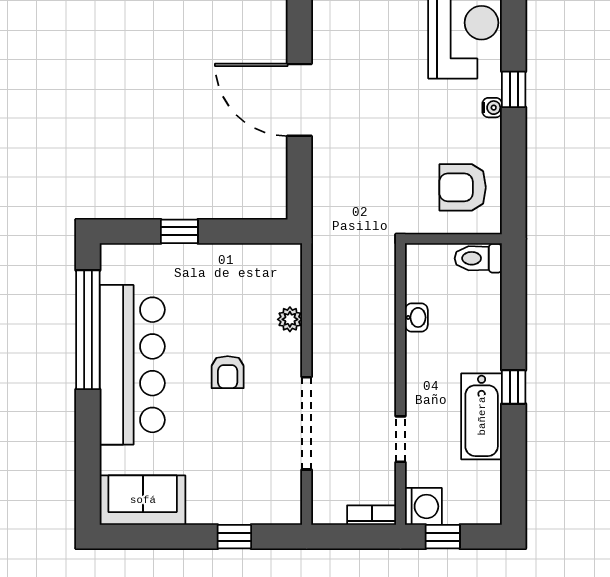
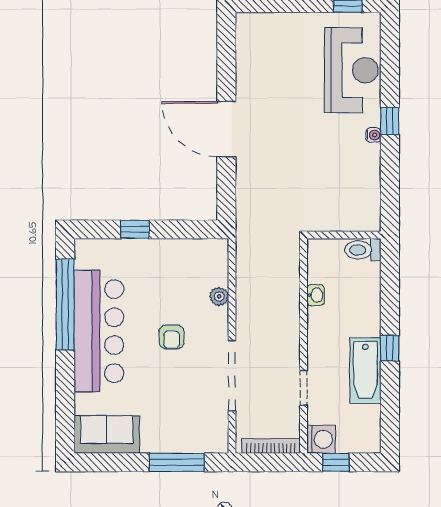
armchair: (463, 187) -> (351, 196), removed
bookcase: (372, 515) -> (271, 446), width x1.56
window: (234, 537) -> (177, 462), width x2.17

